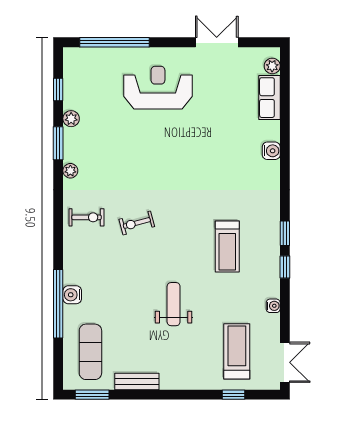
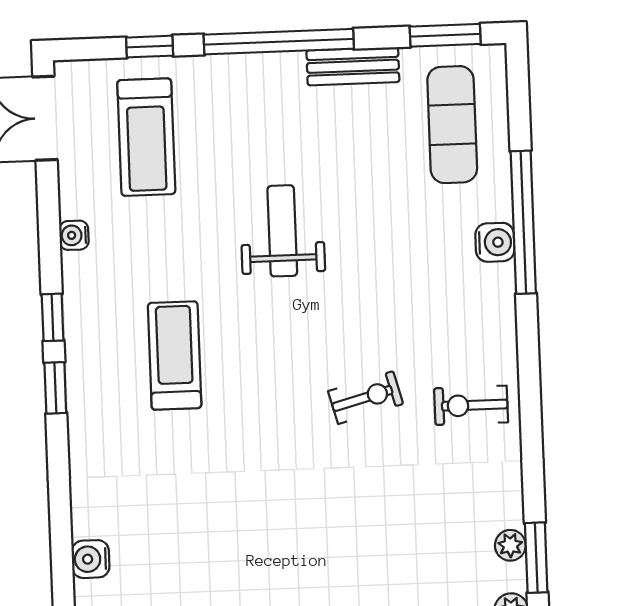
plant: (70, 171) -> (510, 545), moved
weight bench: (174, 304) -> (282, 231), turned 180
window: (172, 395) -> (279, 42), added

